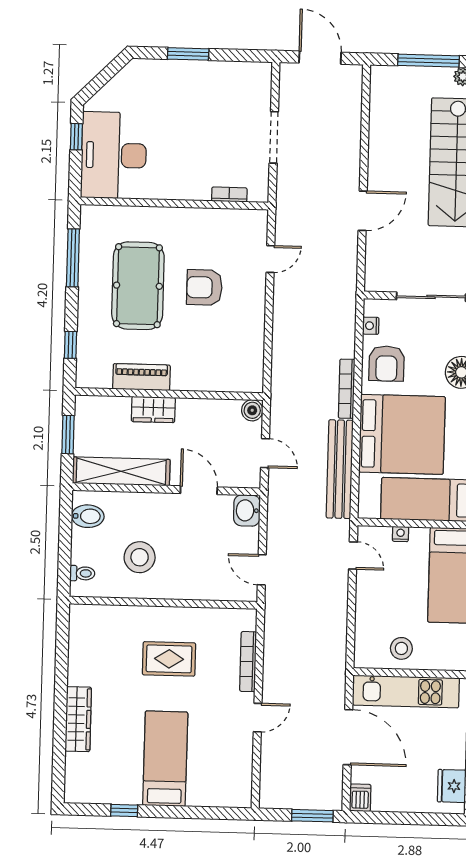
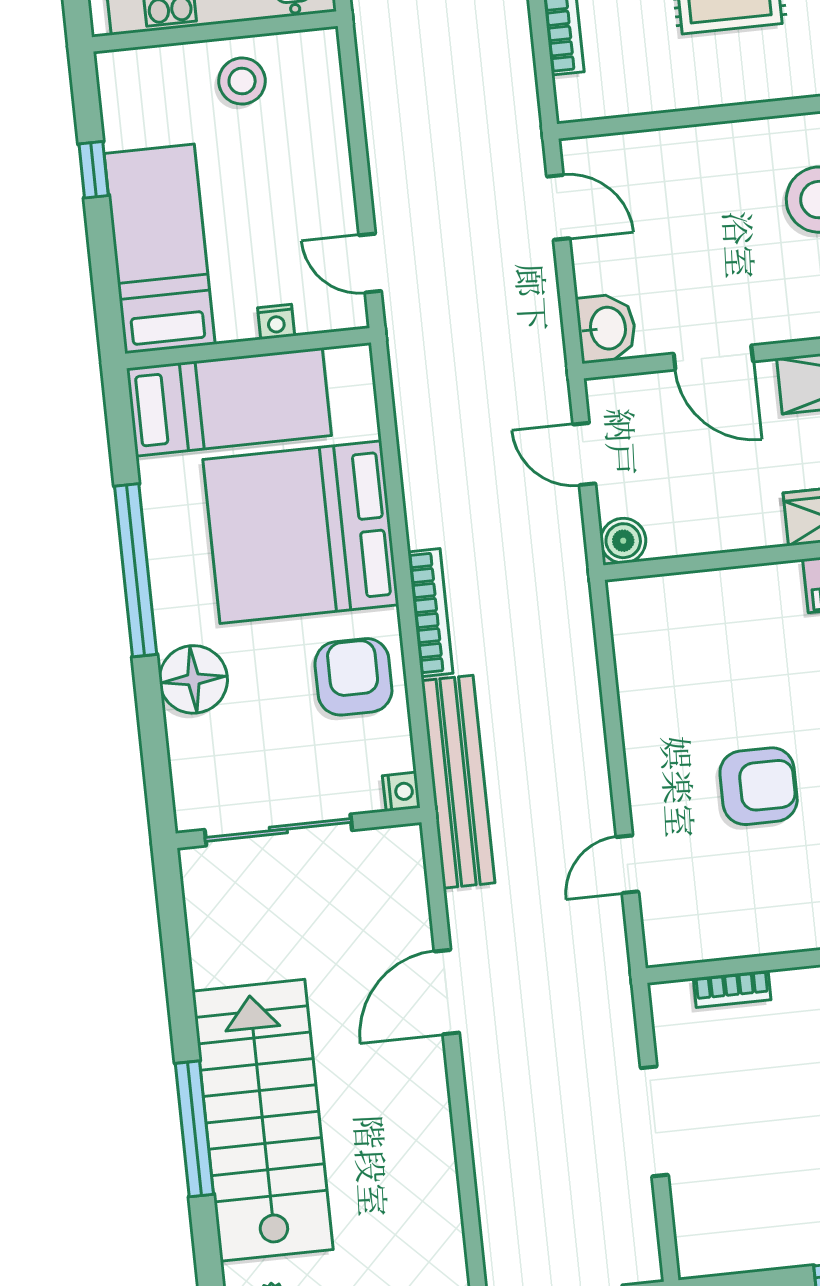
nightstand: (371, 326) -> (401, 792), moved
bench: (340, 469) -> (458, 782), moved

